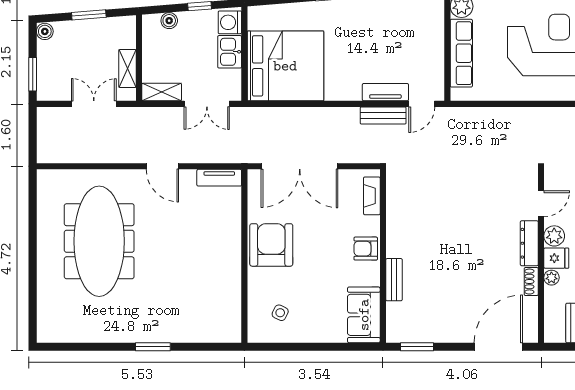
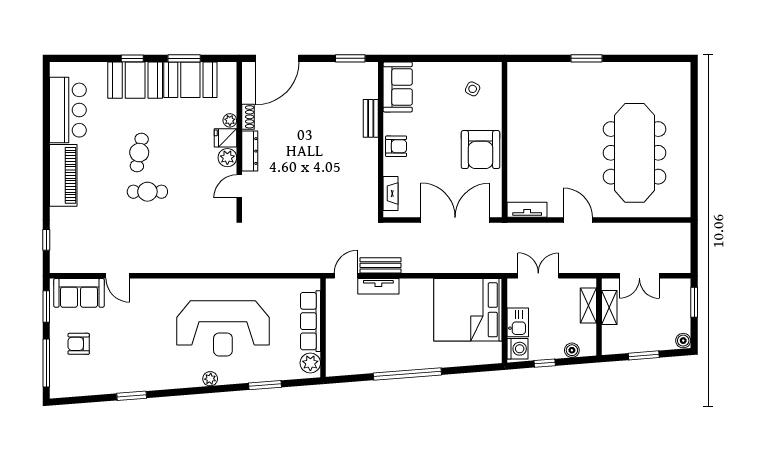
shelving: (162, 92) -> (588, 305), moved, turned 90

